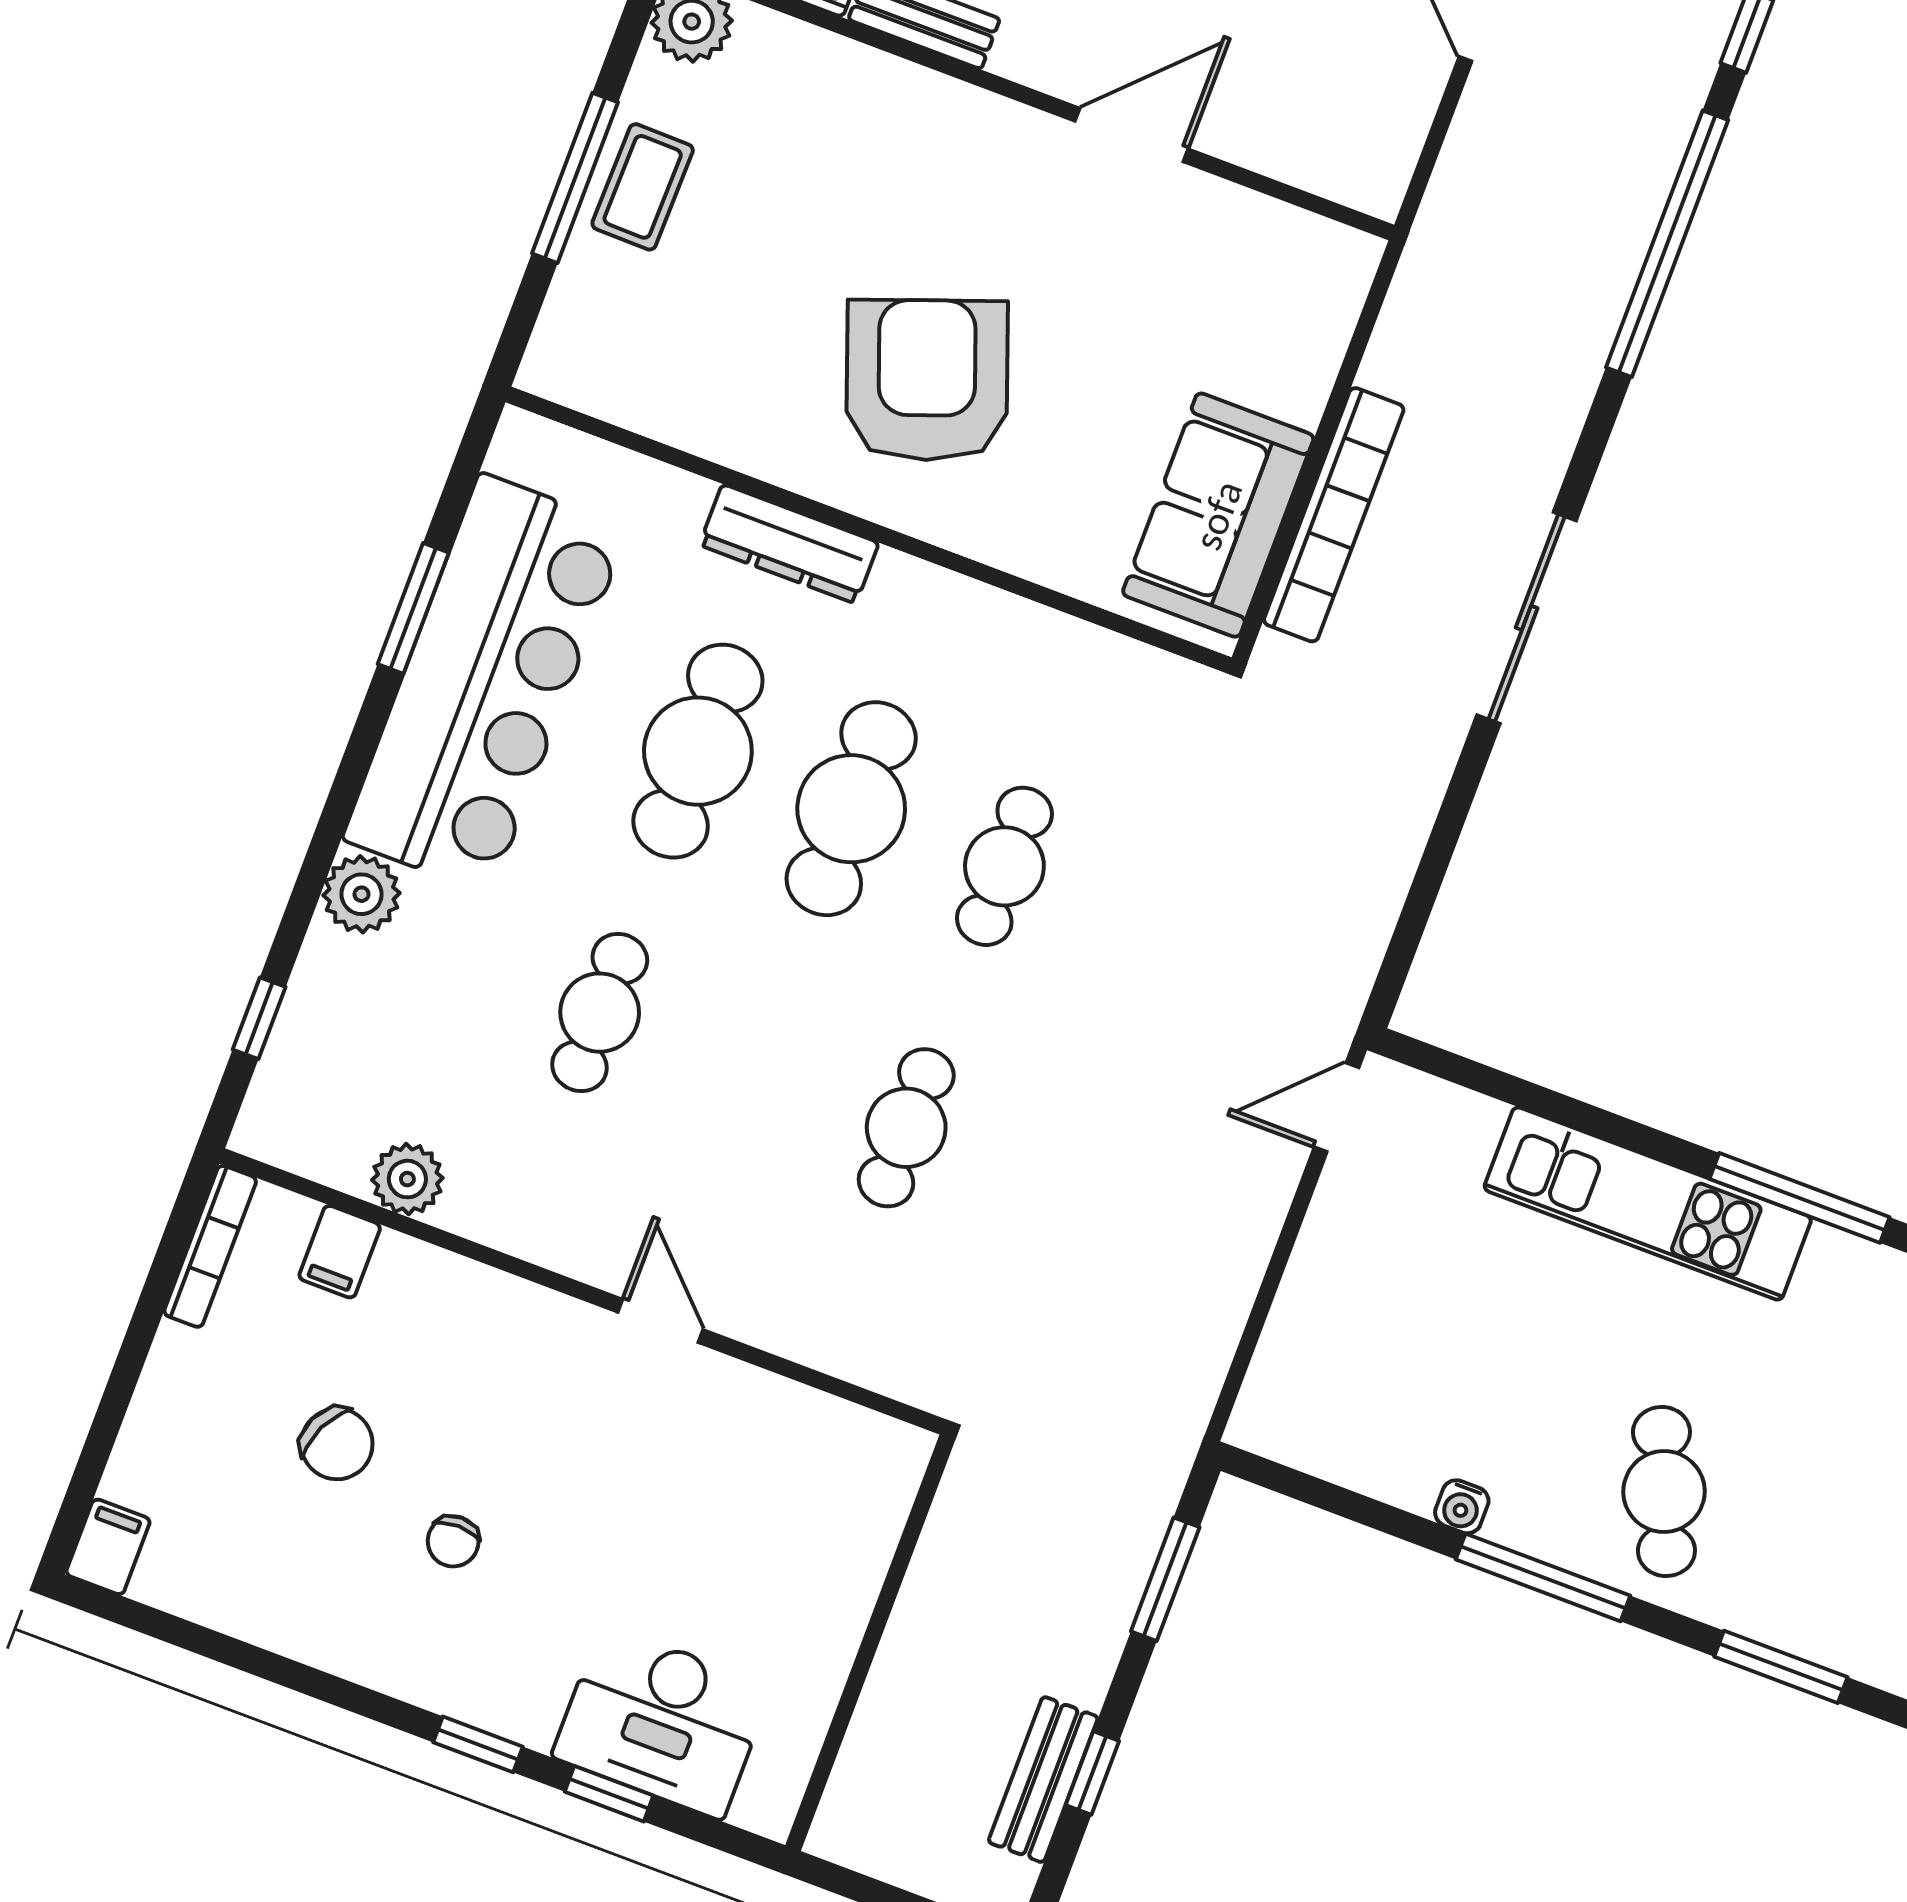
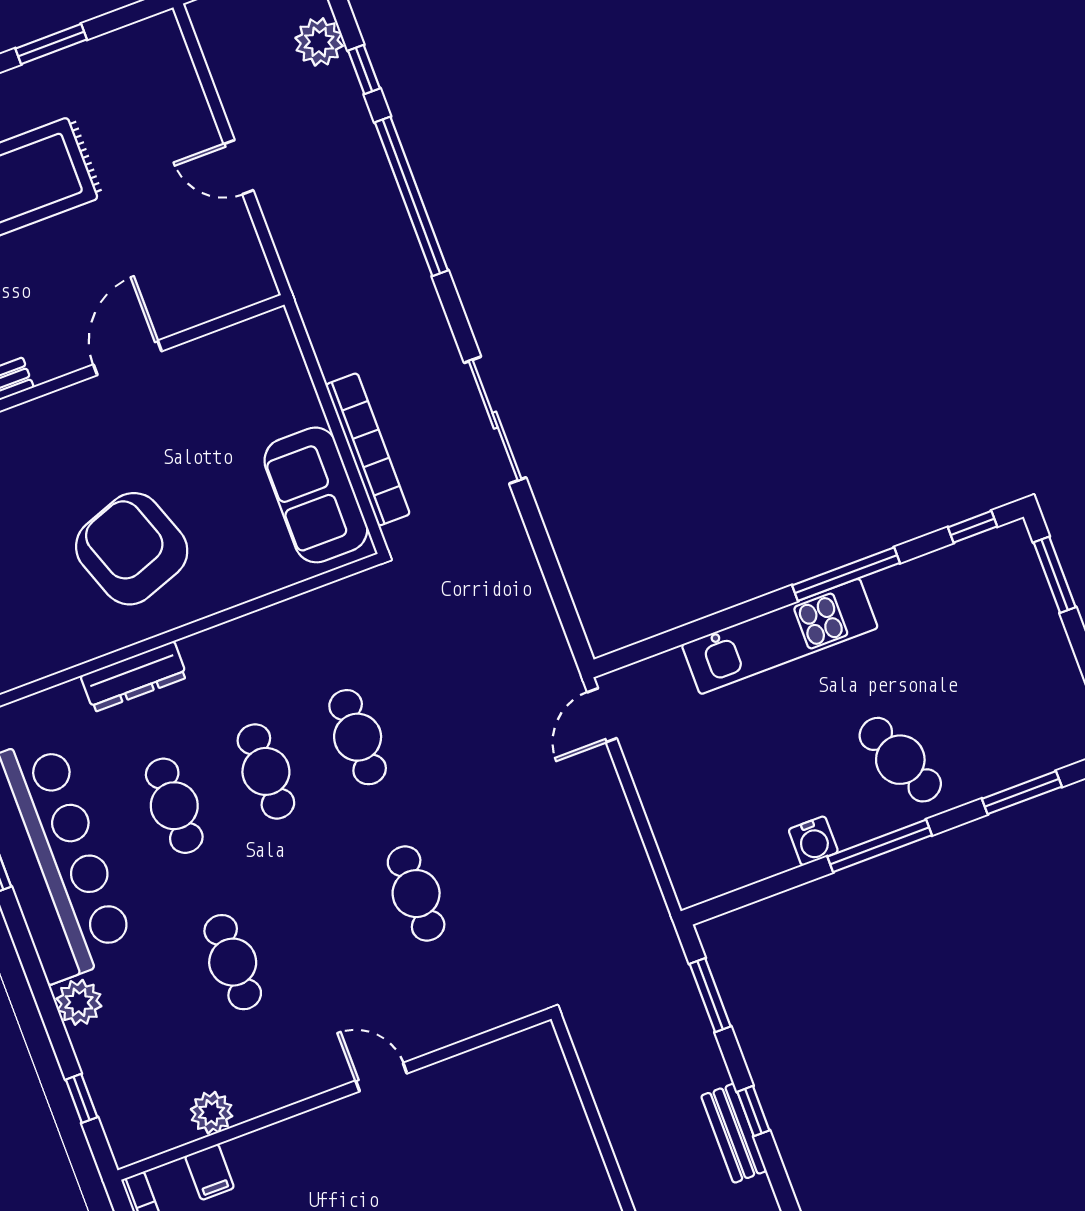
cafe table: (698, 751) -> (174, 806), width x0.73, depth x0.74
cafe table: (851, 809) -> (266, 771), width x0.73, depth x0.74
water cooler: (1462, 1507) -> (813, 841), width x1.38, depth x1.38

